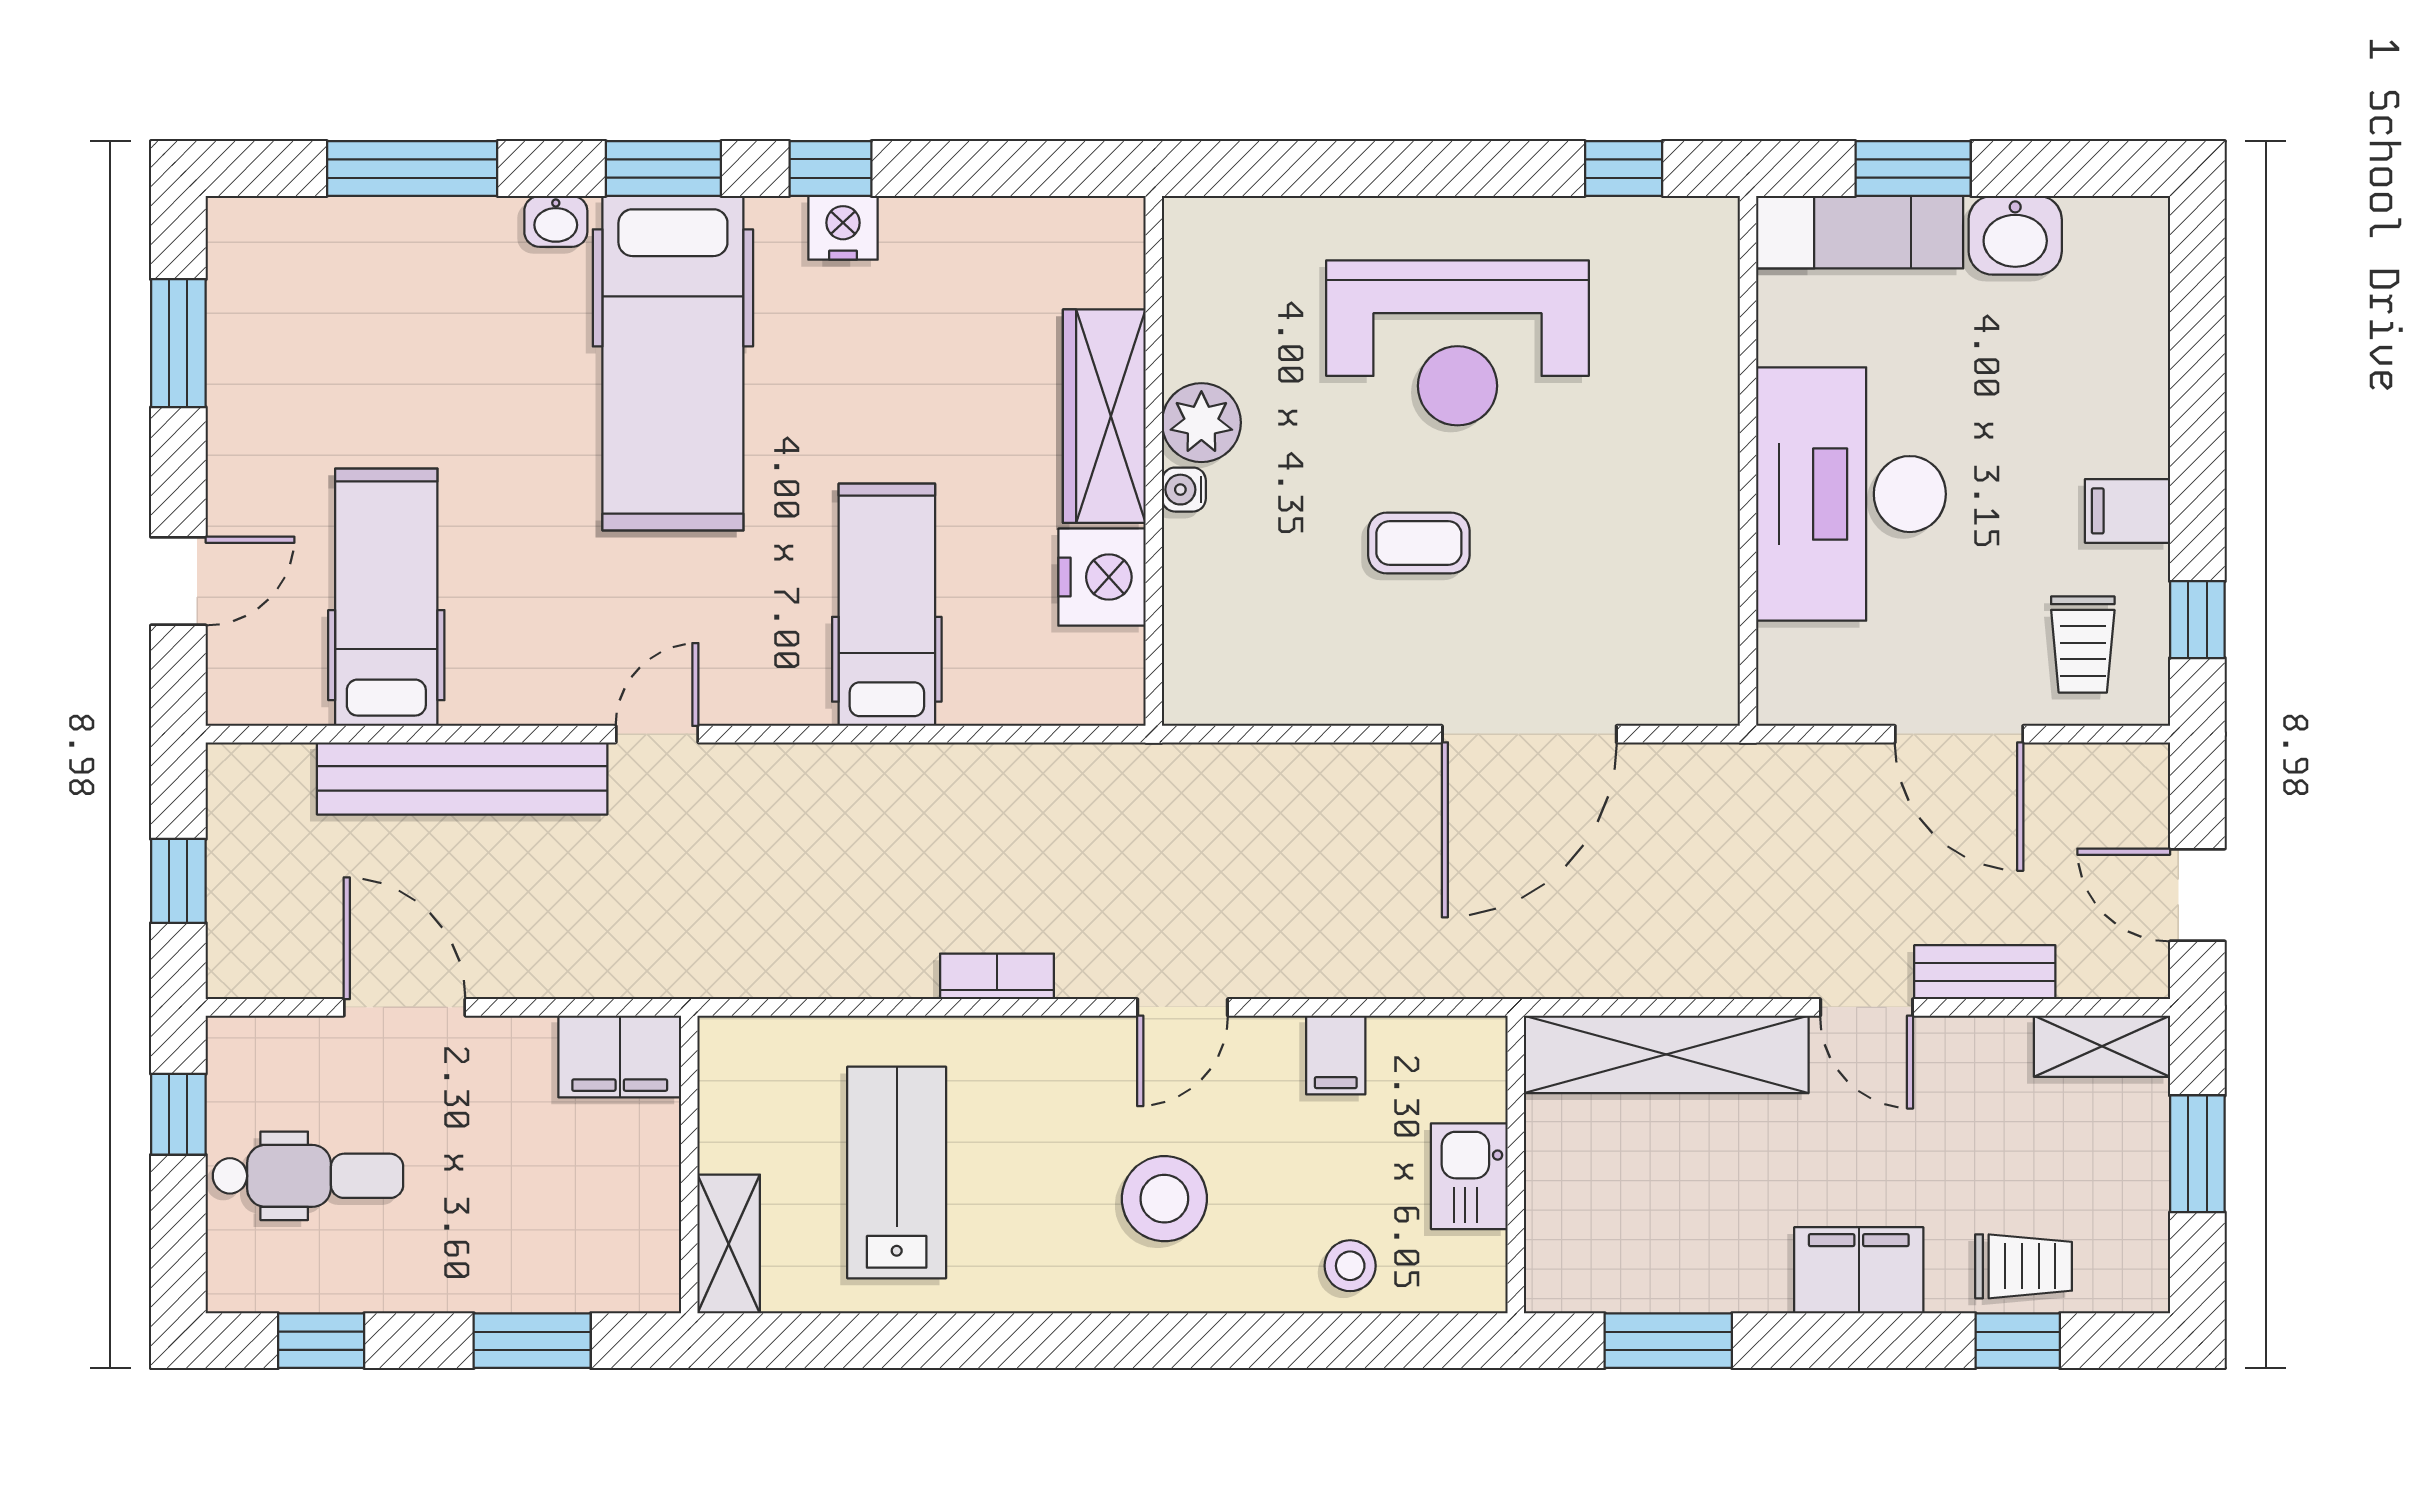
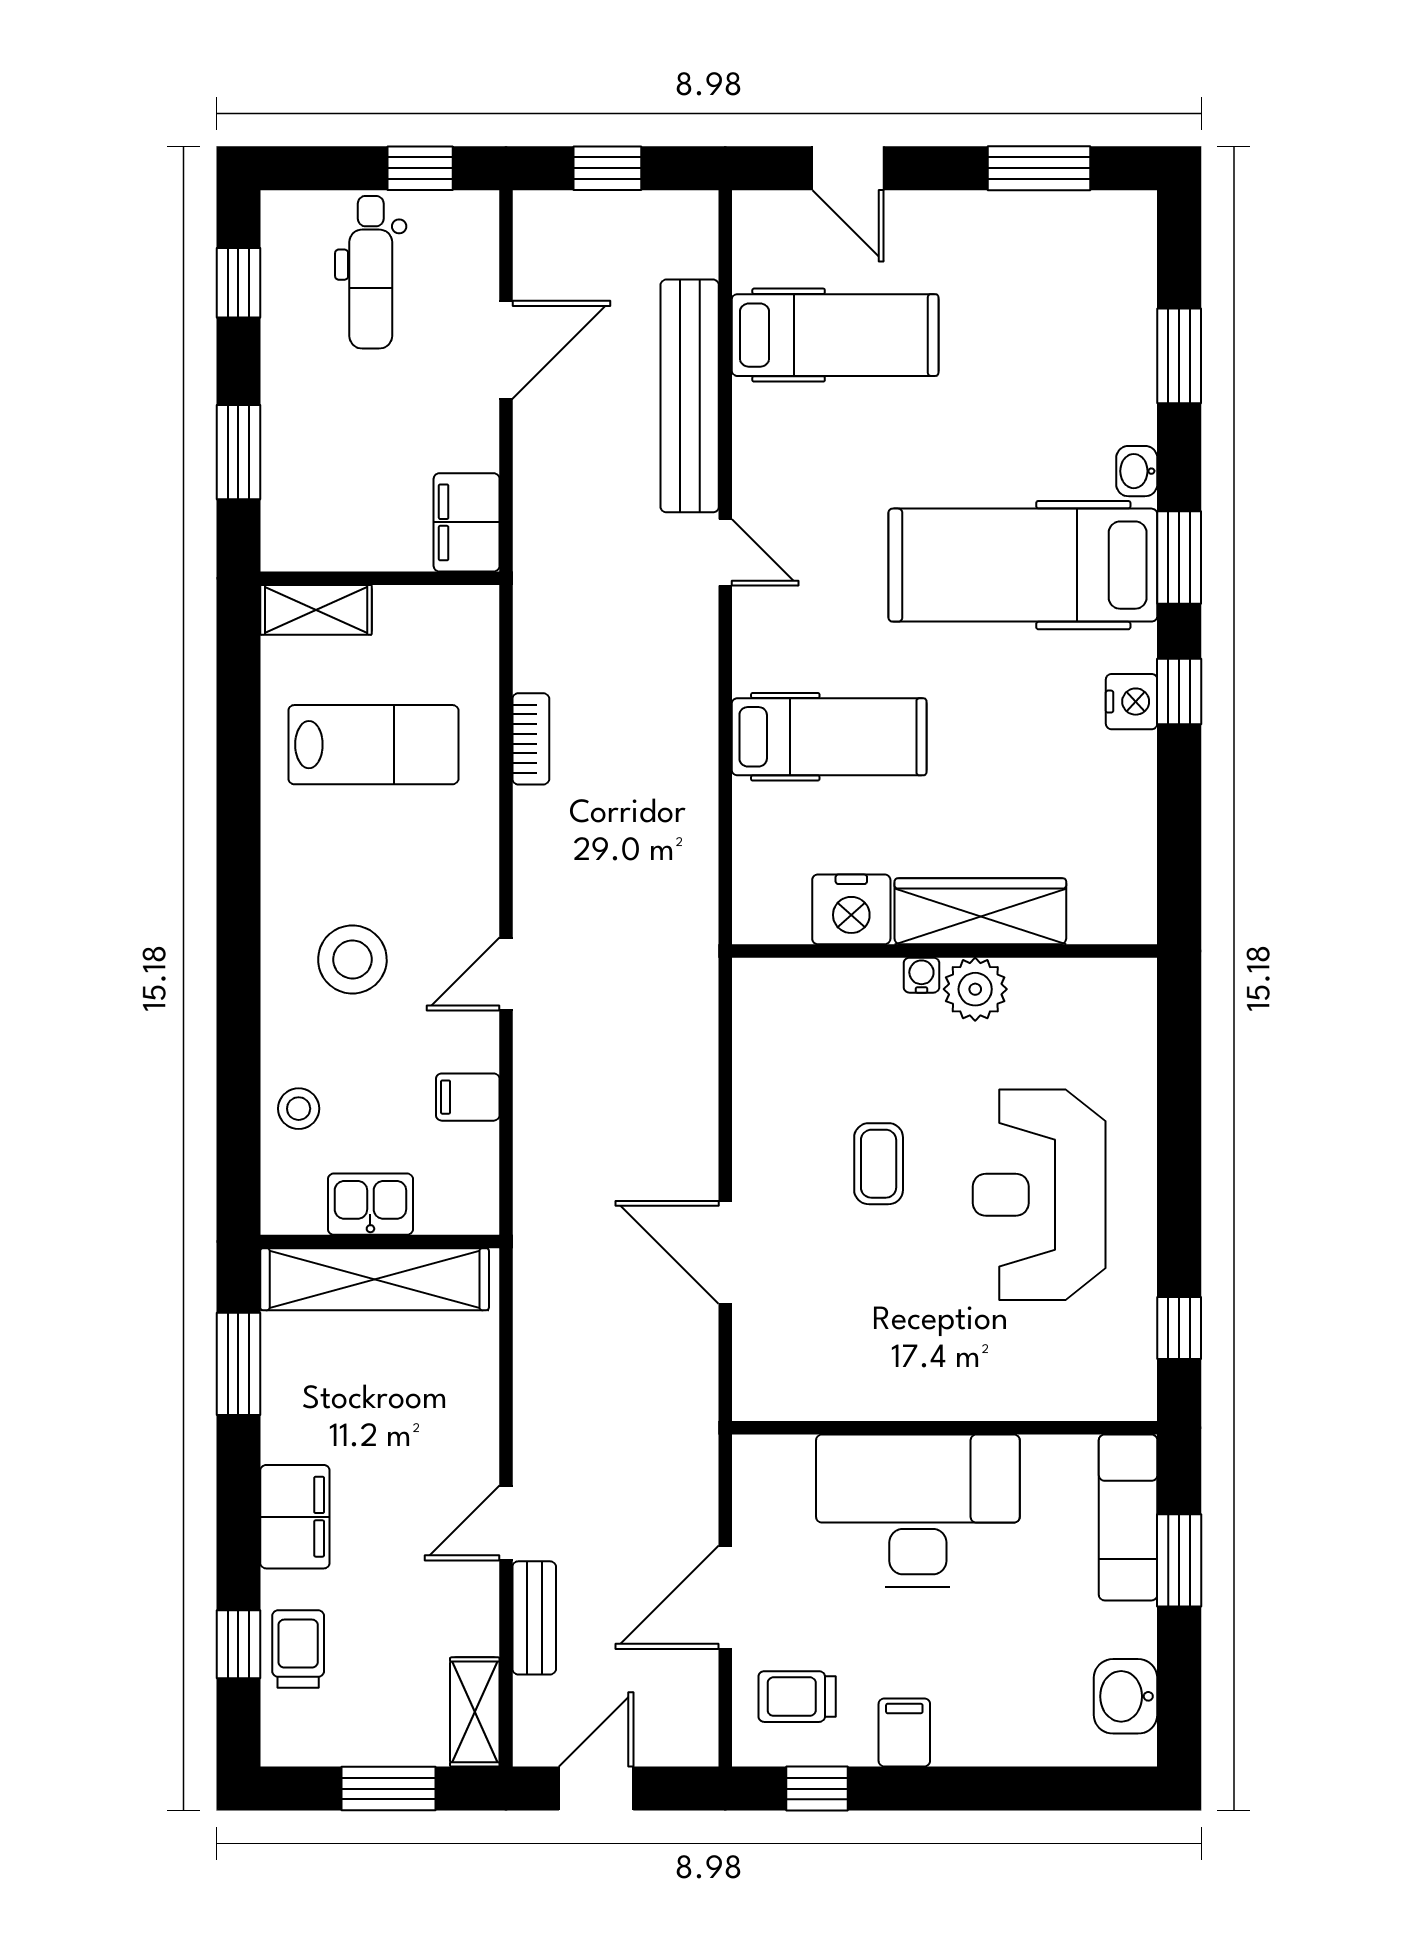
window: (412, 169) -> (1179, 356), width x0.69
washbasin: (2015, 235) -> (1126, 1696), moved
door: (1529, 734) -> (725, 1252), width x0.73
bookcase: (997, 976) -> (531, 739), moved
door: (1183, 1007) -> (506, 974), hinge flipped
shelving: (1666, 1054) -> (375, 1279), moved, turned 90
trolley: (2024, 1266) -> (298, 1649), turned 180

